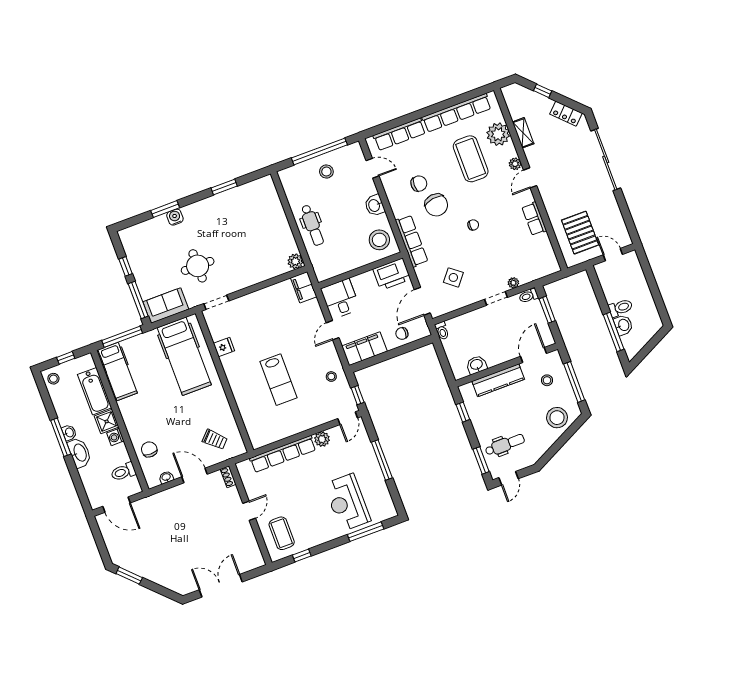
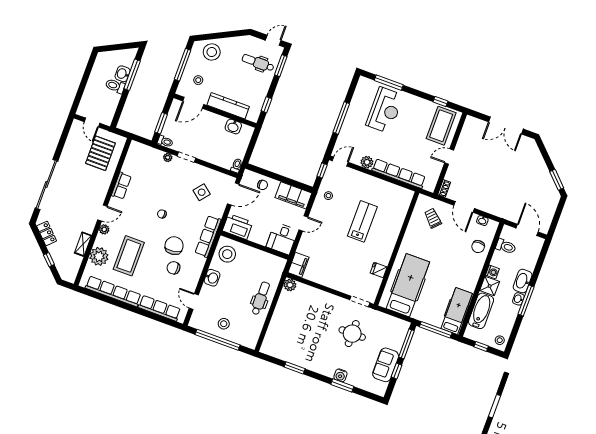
sofa: (166, 306) -> (386, 365), moved, turned 90
coffee table: (282, 533) -> (441, 126), width x1.36, depth x1.32

